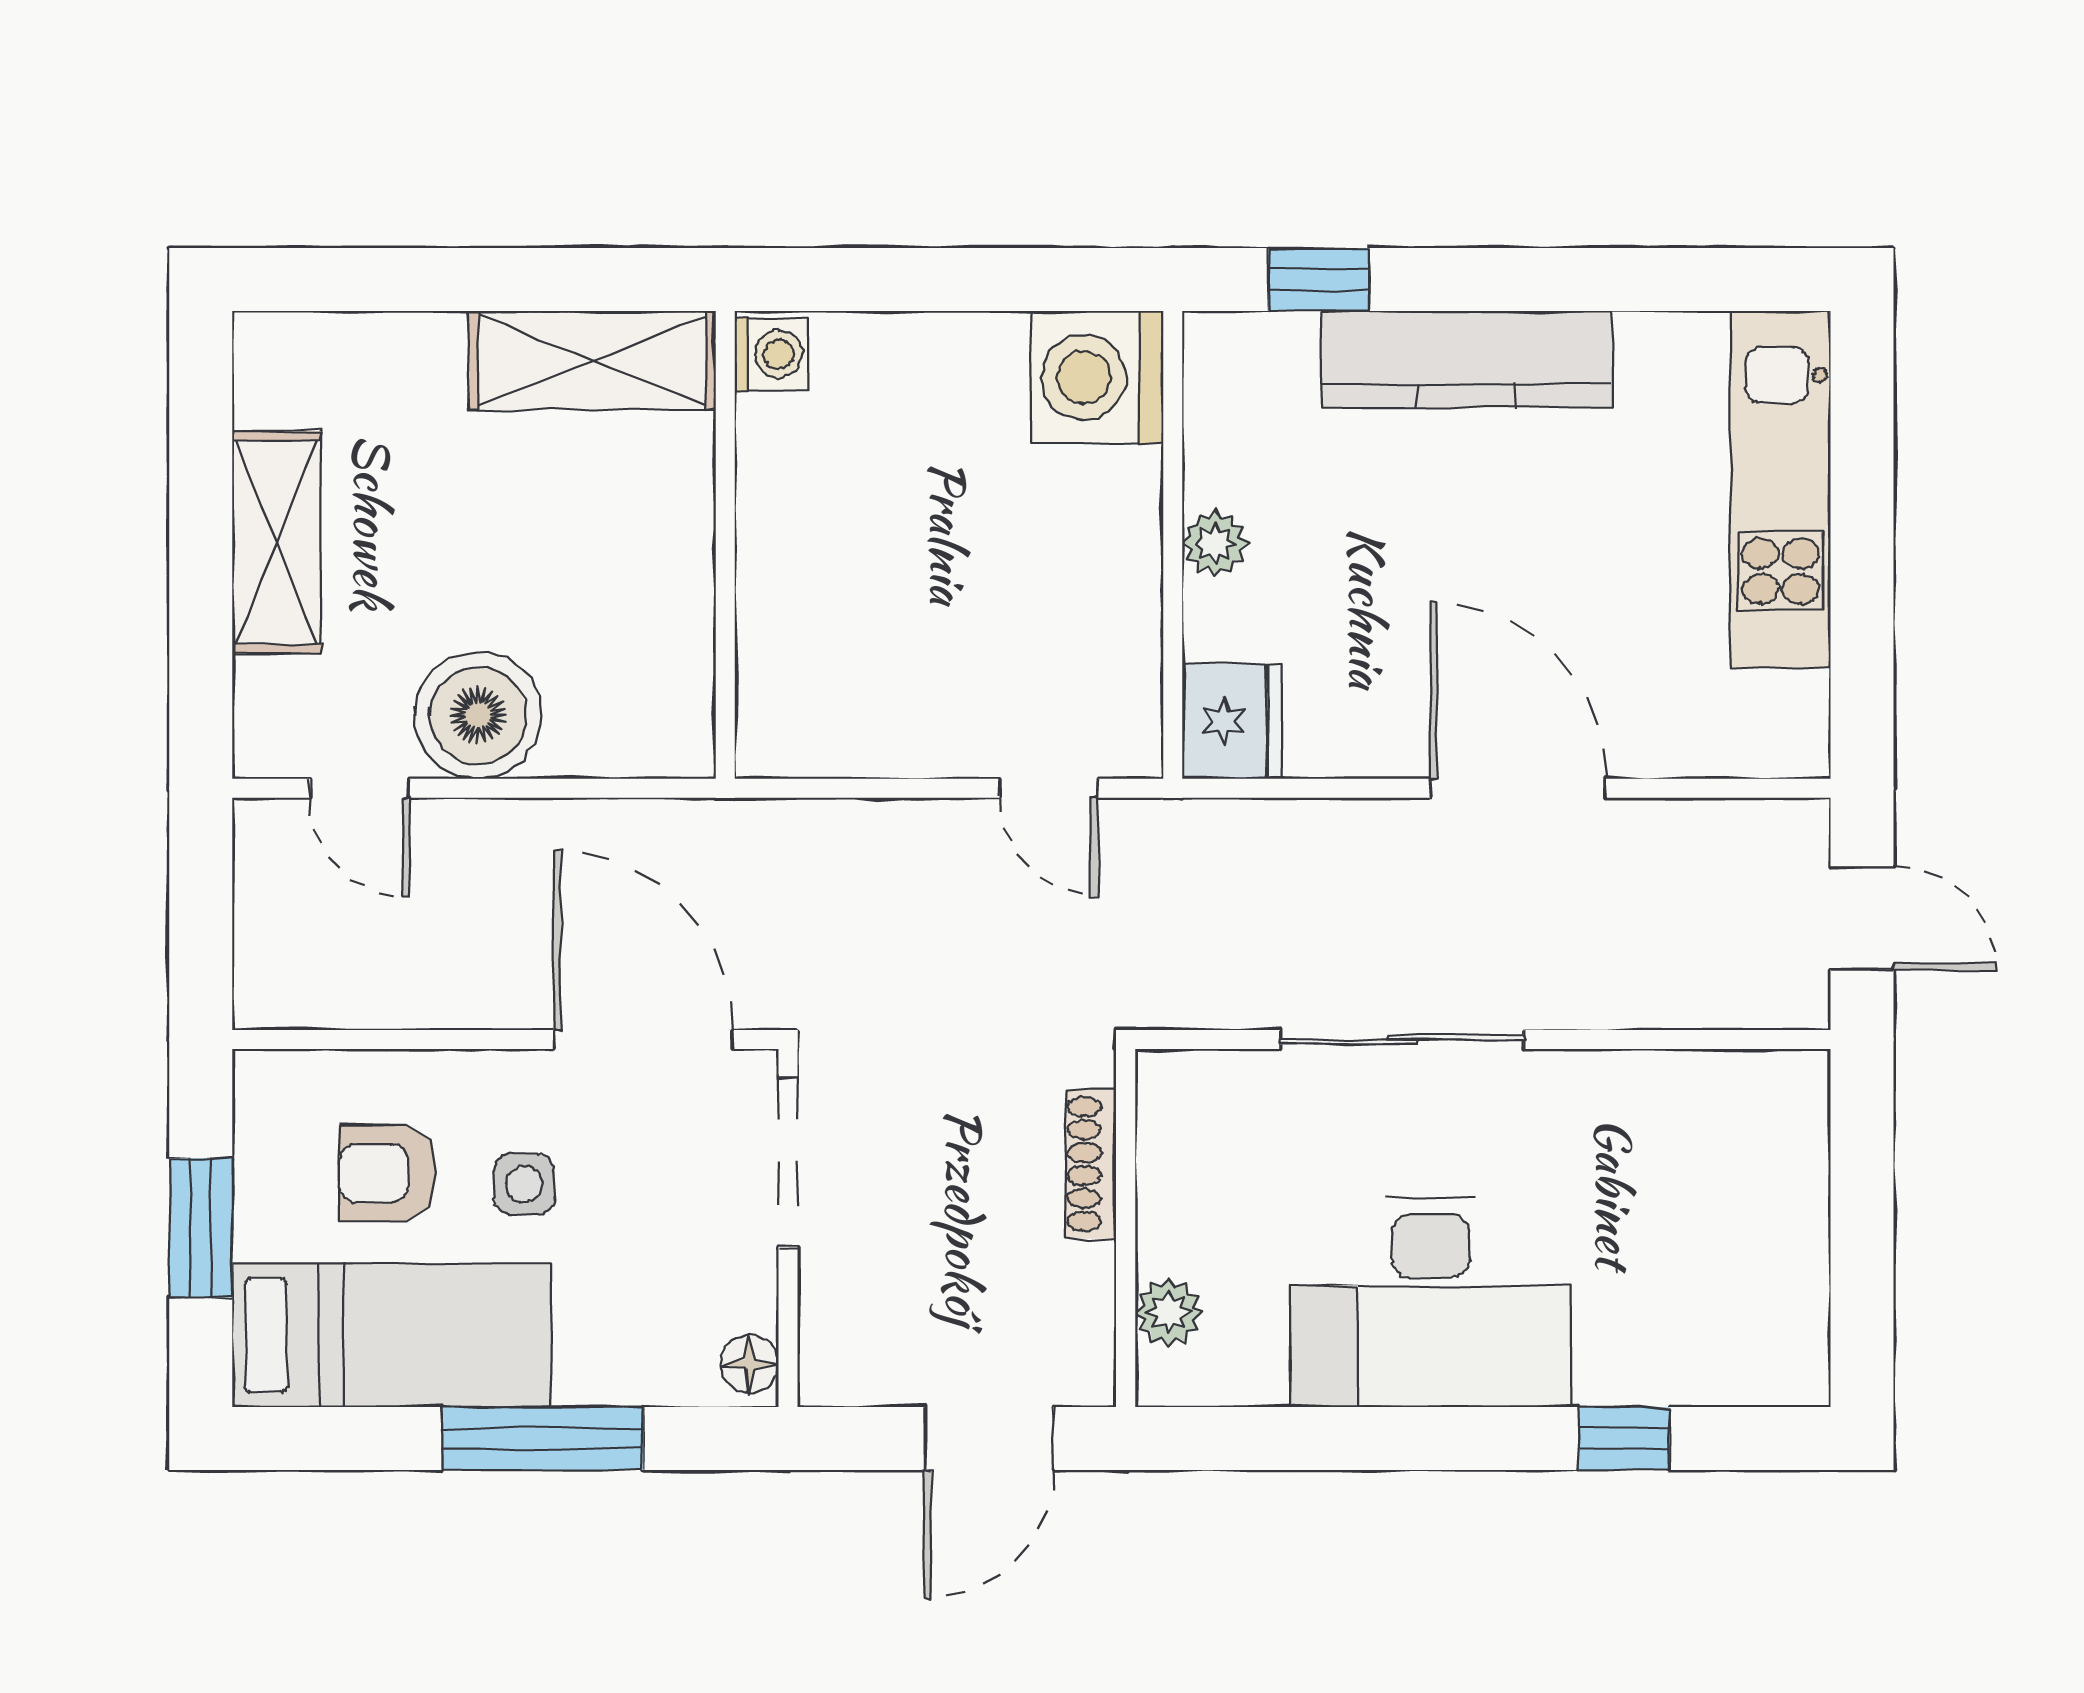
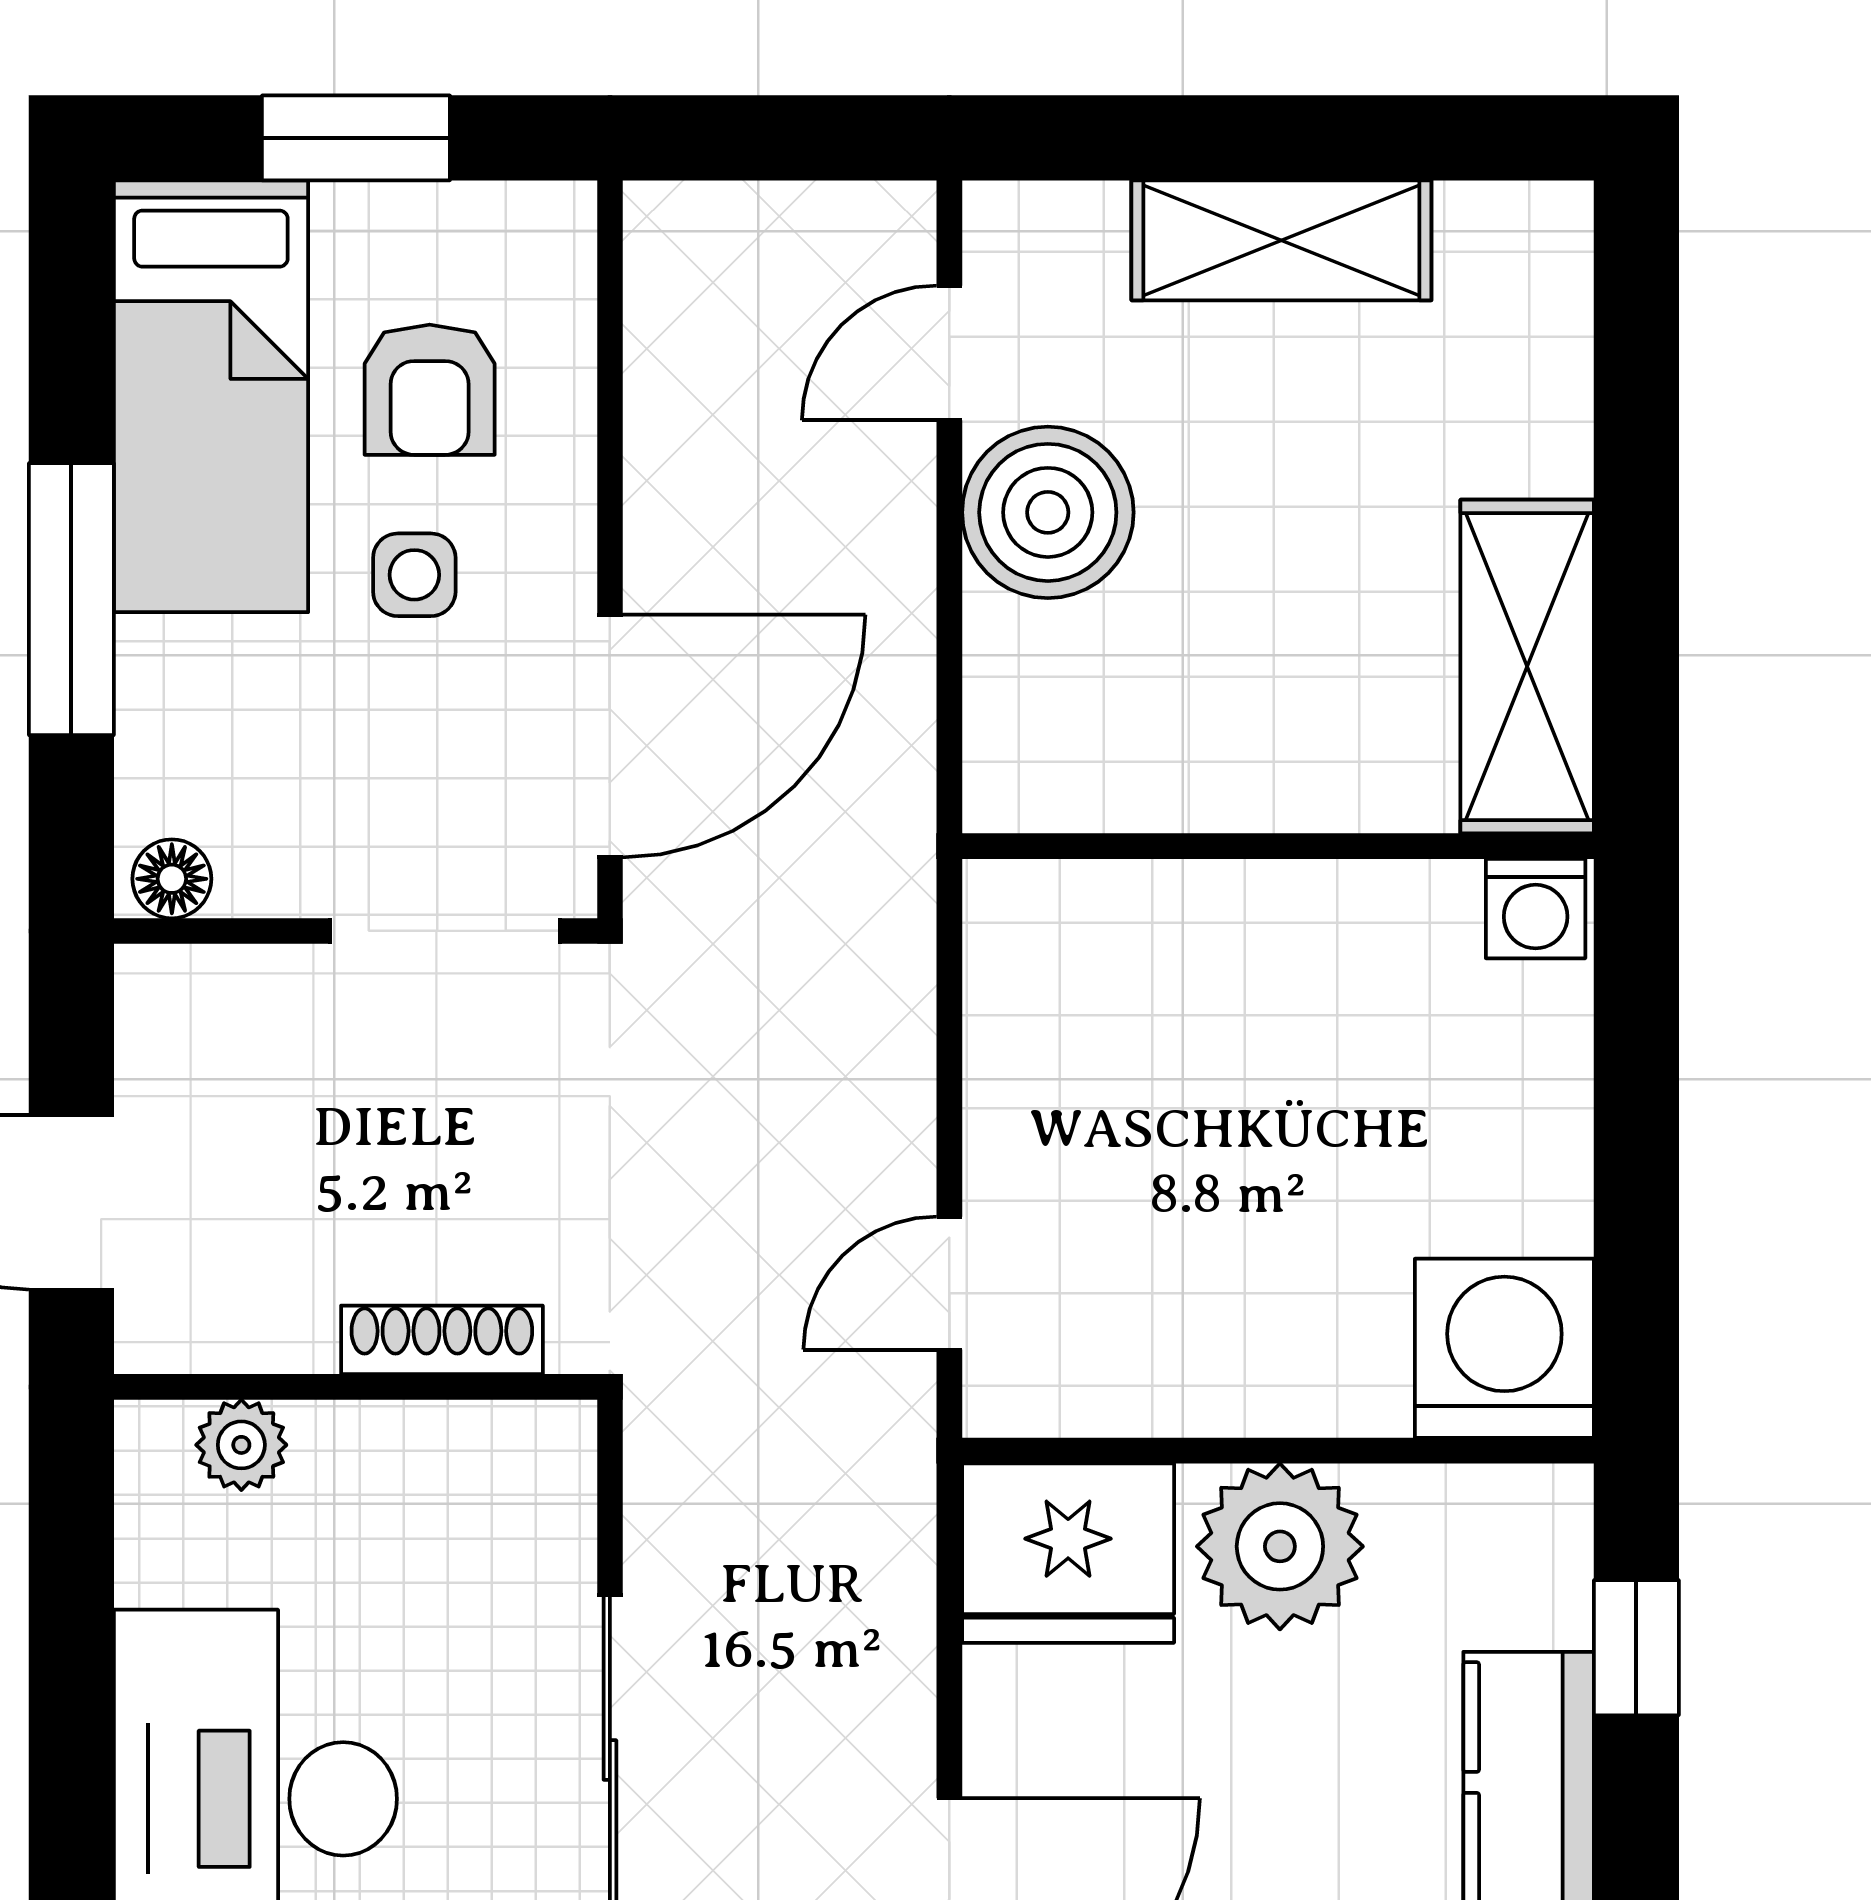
plant: (1215, 543) -> (1280, 1546), width x1.88, depth x1.88
fridge: (1232, 721) -> (1068, 1553), width x1.36, depth x1.34
armchair: (387, 1173) -> (430, 390), turned 180

